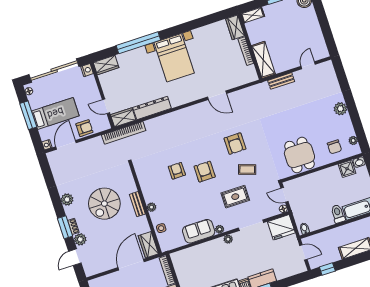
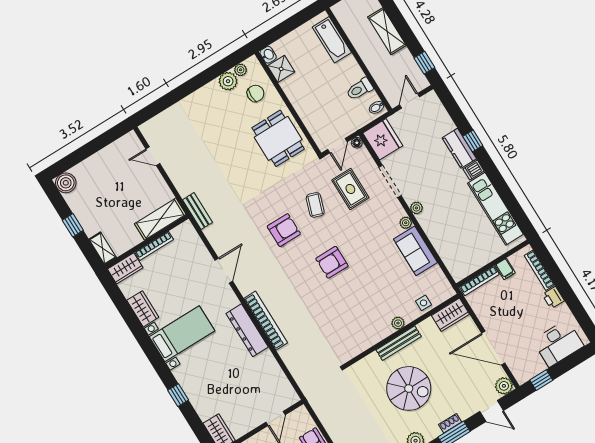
window: (138, 43) -> (178, 395), width x0.32
bed with nightstands: (174, 58) -> (182, 334), width x0.73
bench: (281, 81) -> (198, 211), moved
dresser: (152, 108) -> (247, 330), moved
plant: (340, 109) -> (228, 81), moved
wardrobe: (123, 117) -> (143, 309), moved, turned 180
bookcase: (124, 133) -> (266, 321), moved
dining table: (299, 155) -> (278, 138), turned 90
armchair: (177, 171) -> (340, 300), removed
rug: (235, 197) -> (350, 189), moved
bench: (137, 204) -> (399, 343), width x1.36
toilet: (338, 214) -> (360, 89), moved
plant: (80, 239) -> (504, 386), moved
door: (131, 265) -> (493, 348), moved

